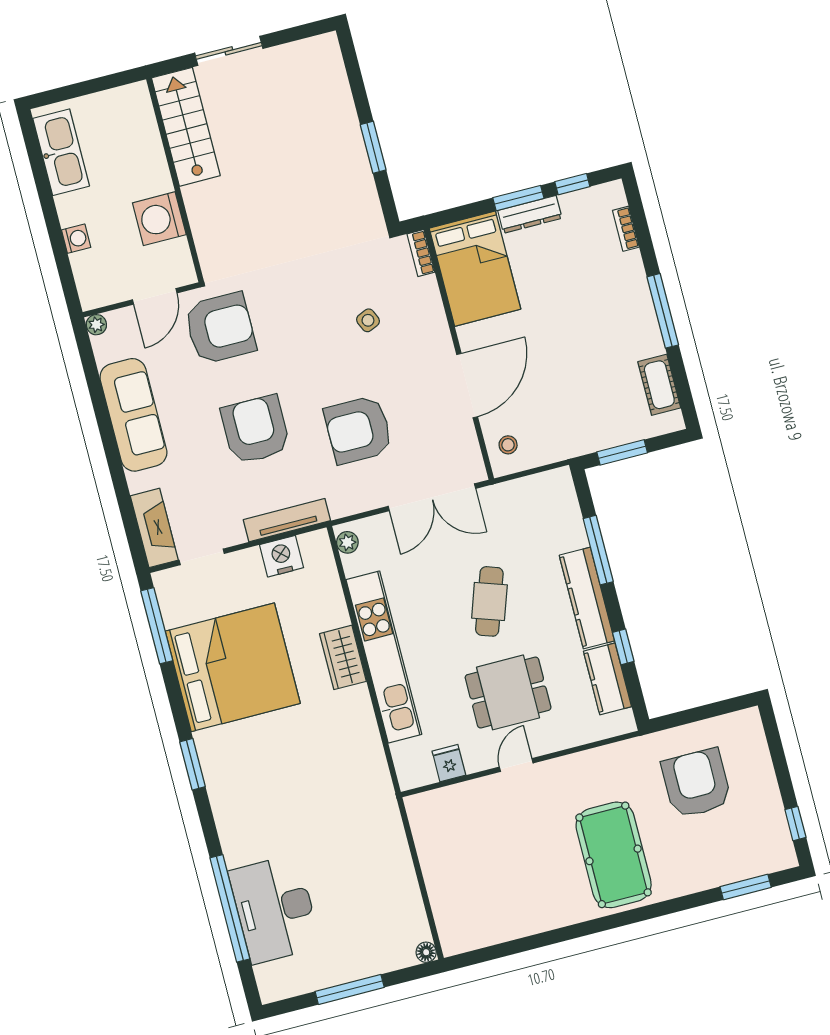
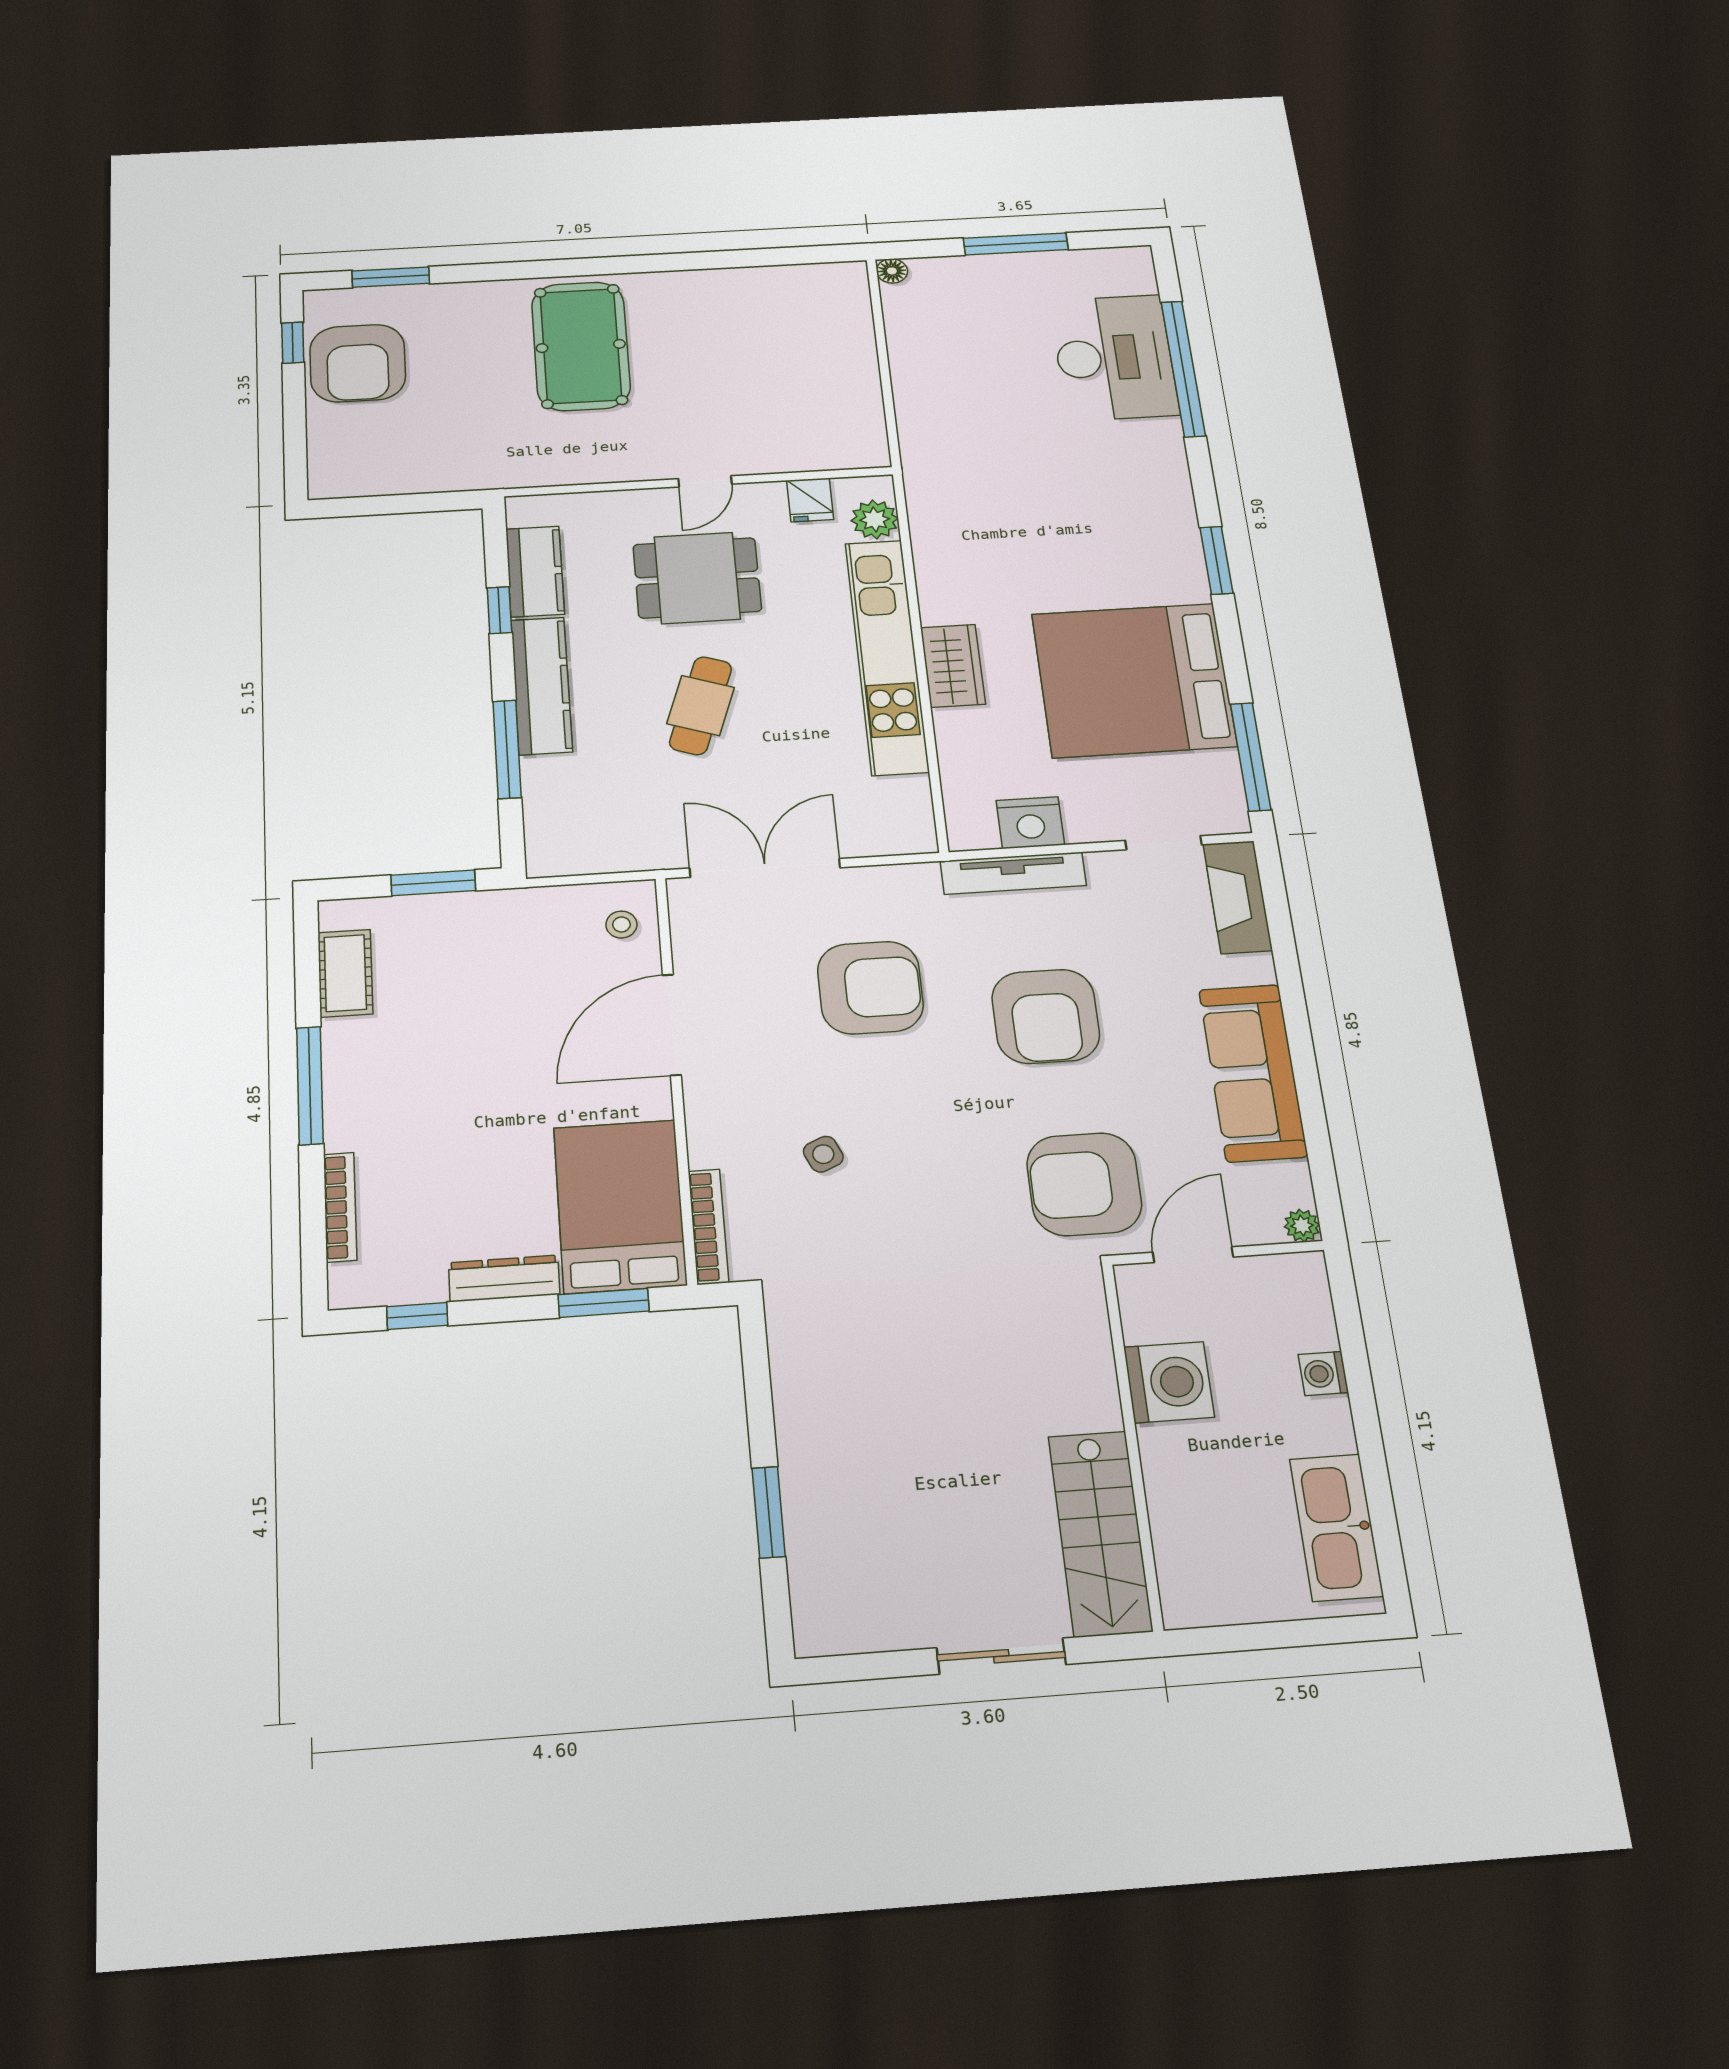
window: (373, 147) -> (769, 1512), moved
window: (518, 198) -> (604, 1303), moved
bookcase: (626, 229) -> (340, 1207), width x1.56
bookcase: (421, 253) -> (708, 1227), width x1.56
plant: (347, 542) -> (875, 519), moved, width x1.38, depth x1.38
armchair: (696, 783) -> (358, 363), moved

